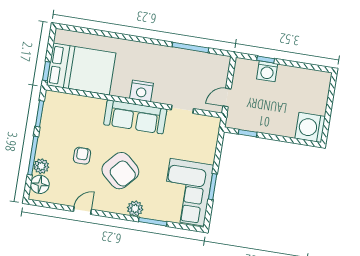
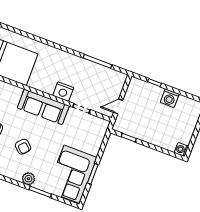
washing machine: (267, 71) -> (170, 98), moved
nightstand: (141, 91) -> (63, 92), moved
washing machine: (310, 127) -> (181, 150), width x0.53, depth x0.53
armchair: (120, 171) -> (23, 147), width x0.53, depth x0.53

